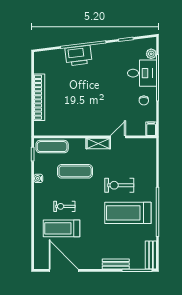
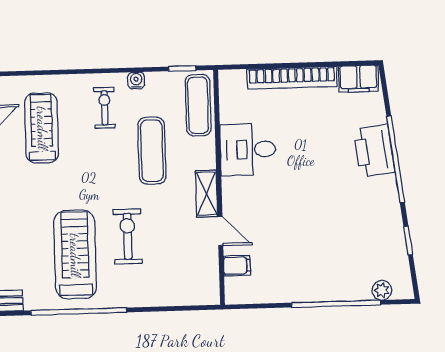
filing cabinet: (41, 63) -> (358, 79), added
desk: (142, 73) -> (248, 149), moved, turned 90
chair: (144, 100) -> (292, 279), removed
filing cabinet: (151, 129) -> (237, 266), moved
exercise bike: (64, 206) -> (105, 108), moved

